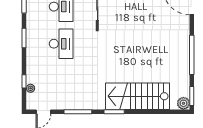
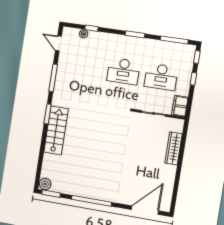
stairs: (137, 96) -> (56, 130), width x0.73, depth x0.66

